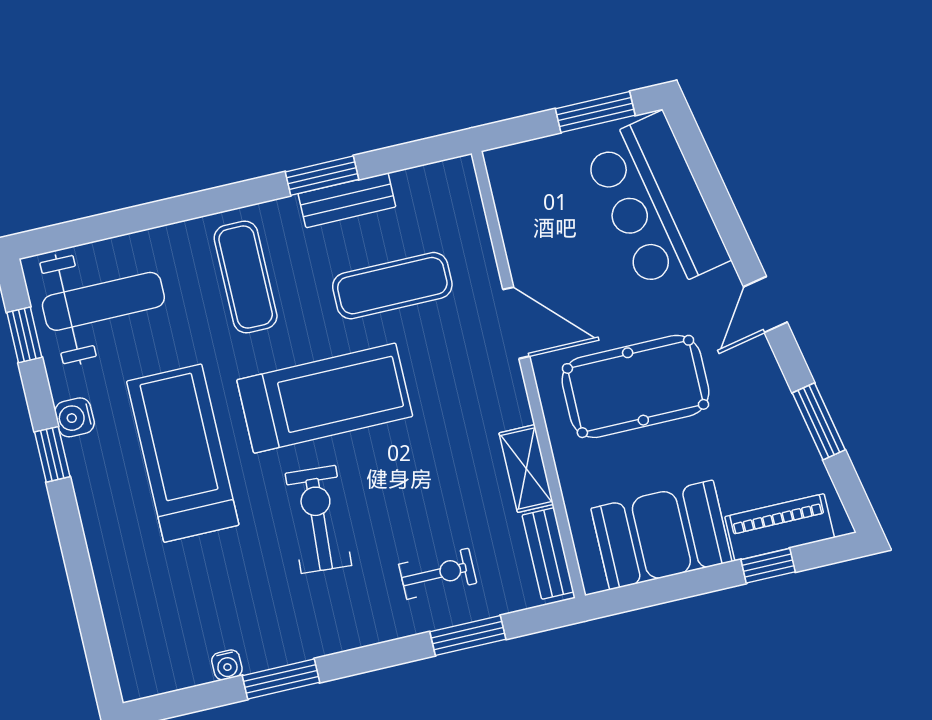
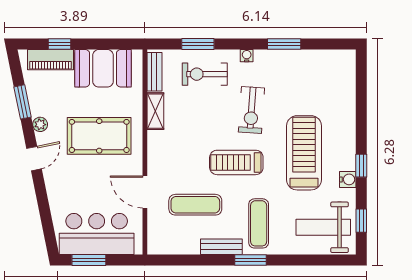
window: (322, 176) -> (250, 260), moved
bench: (347, 200) -> (221, 247), moved
bar counter: (656, 204) -> (97, 234), moved, turned -79
door: (516, 323) -> (145, 192), moved
plant: (769, 382) -> (40, 124), added
treadmill: (325, 398) -> (236, 162), width x0.73, depth x0.73
treadmill: (183, 453) -> (304, 153), turned 180
exercise bike: (438, 574) -> (205, 74), width x1.38, depth x1.39
water cooler: (227, 665) -> (247, 56), moved

